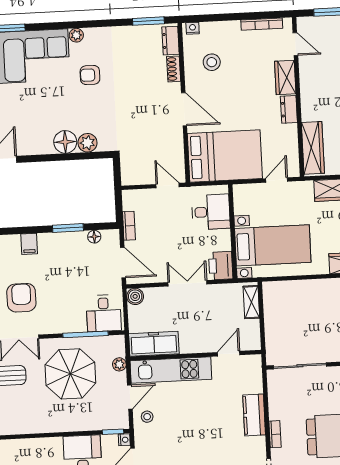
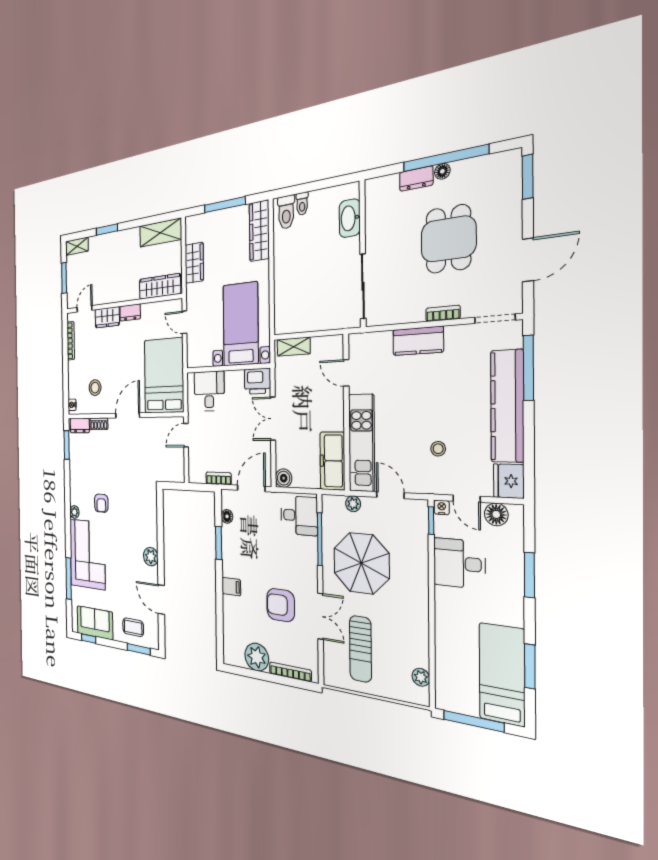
floor lamp: (65, 142) -> (149, 534), removed
plant: (88, 143) -> (151, 557), moved
stool: (147, 417) -> (438, 449), moved

